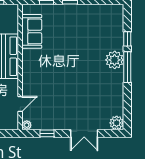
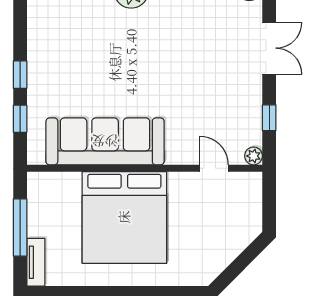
sofa: (32, 31) -> (105, 141), width x1.85, depth x1.27

